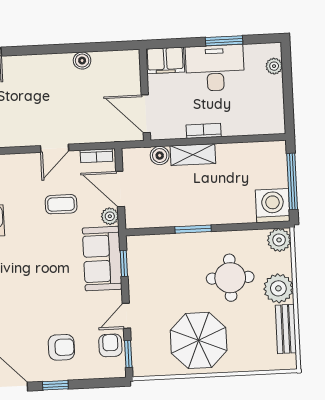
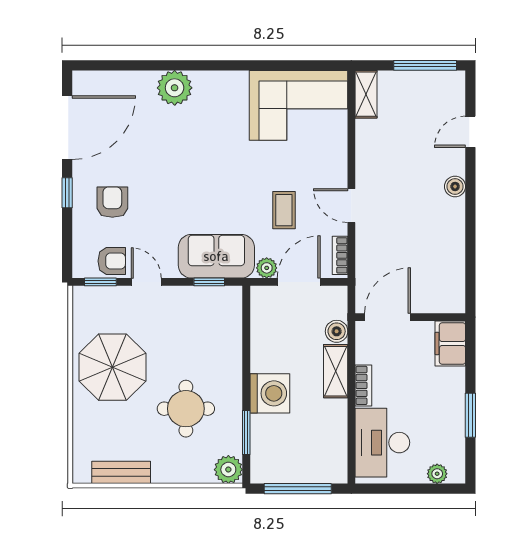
boiler: (82, 61) -> (455, 186), moved
desk: (215, 68) -> (382, 443), moved, turned 180
washing machine: (273, 206) -> (270, 393), moved
window: (193, 229) -> (246, 432), moved
plant: (278, 288) -> (170, 466), removed
armchair: (61, 347) -> (112, 202), turned 180

